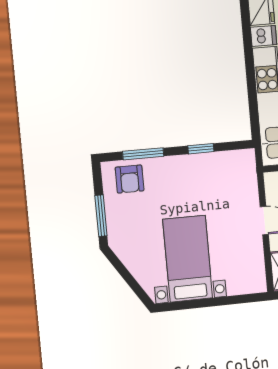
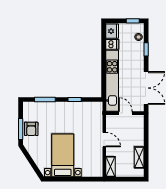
armchair: (130, 179) -> (31, 129), moved

